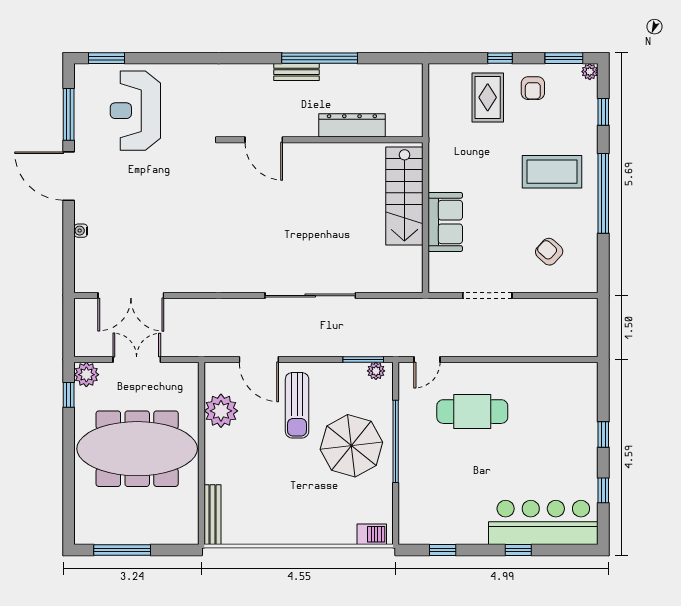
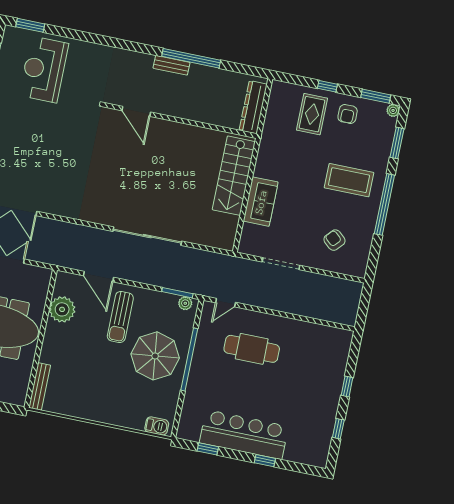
window: (603, 112) -> (397, 143), width x1.50
dresser: (352, 125) -> (253, 107), moved, turned -90
bar counter: (543, 522) -> (244, 435), moved

